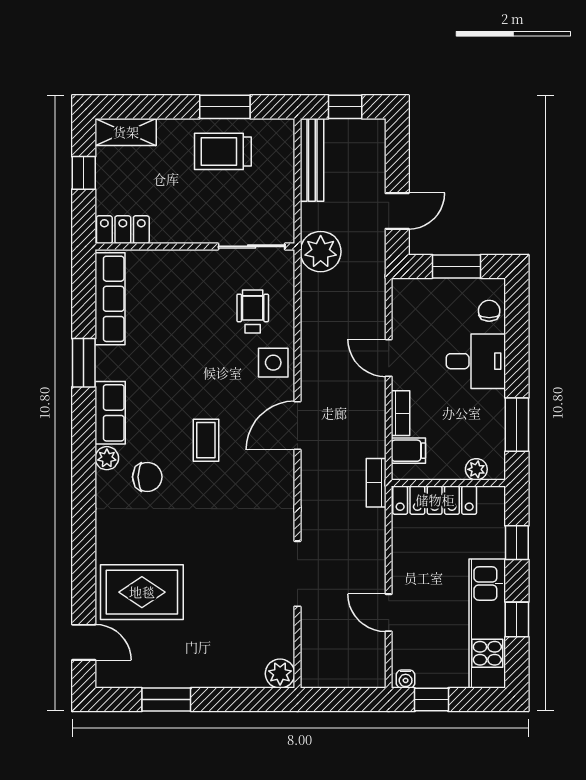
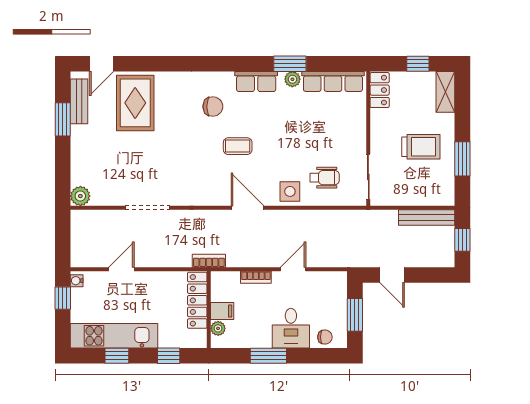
trolley: (223, 151) -> (421, 147), moved, turned 90
plant: (321, 252) -> (365, 223), removed
window: (517, 425) -> (268, 356), moved
filing cabinet: (408, 451) -> (222, 311), moved, turned -90
plant: (107, 458) -> (292, 79), moved
chair: (147, 477) -> (213, 107), turned -90
bench: (140, 675) -> (79, 101), added

